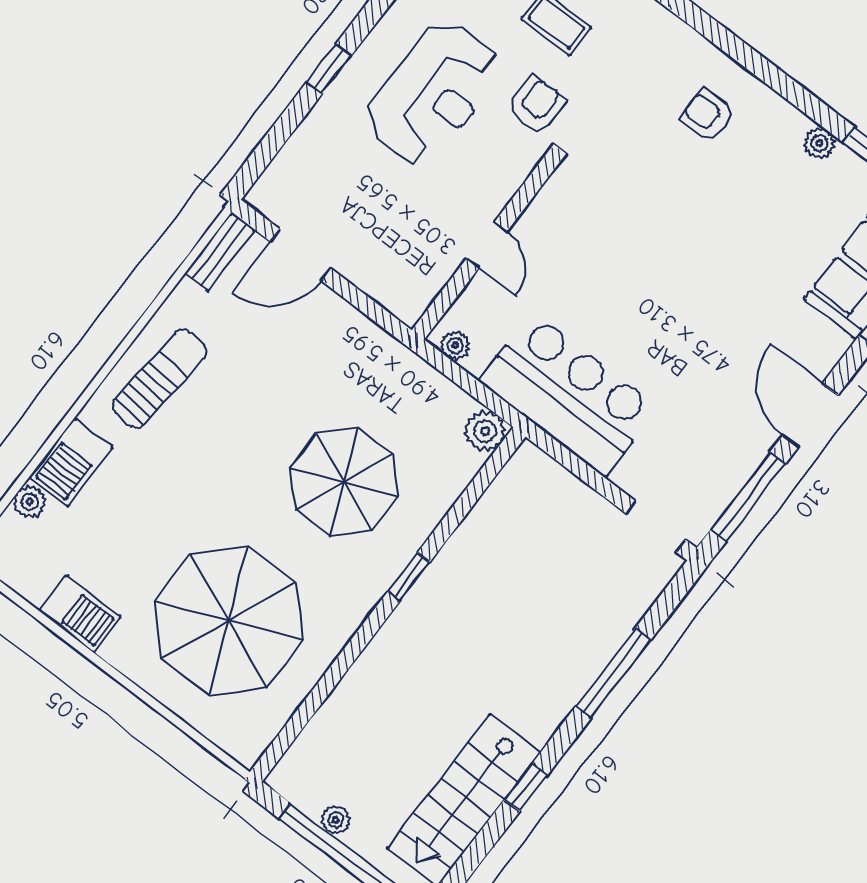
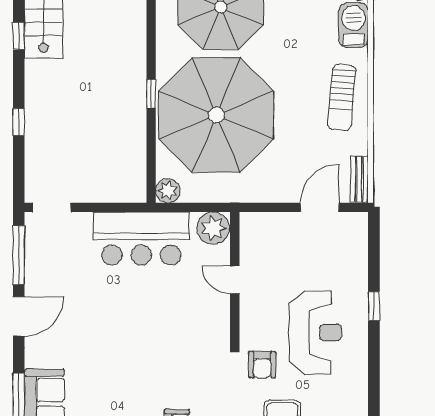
reception desk: (433, 93) -> (315, 333), turned 180
plant: (455, 345) -> (213, 228), width x1.88, depth x1.88
door: (810, 416) -> (19, 316), hinge flipped
parasol: (344, 482) -> (216, 115), width x1.86, depth x1.86
window: (613, 673) -> (19, 122), width x0.46

